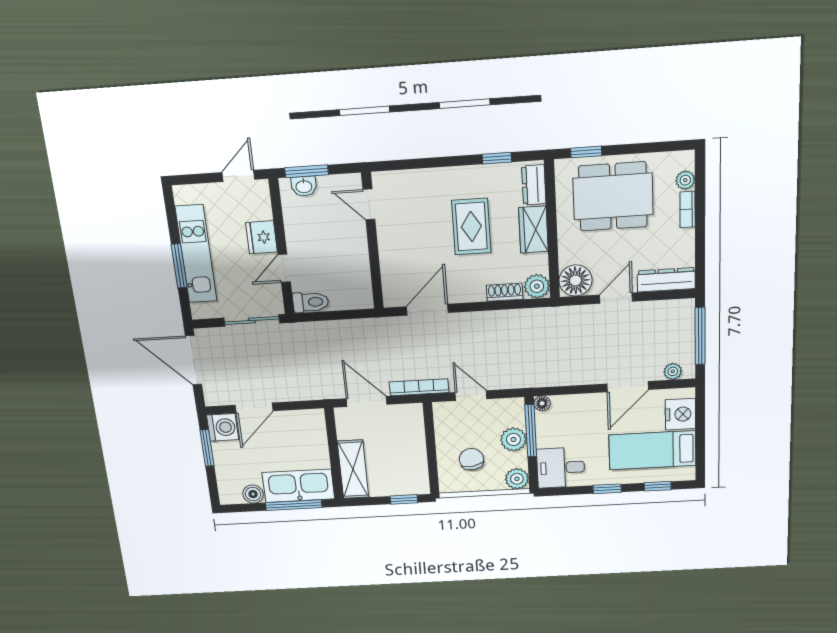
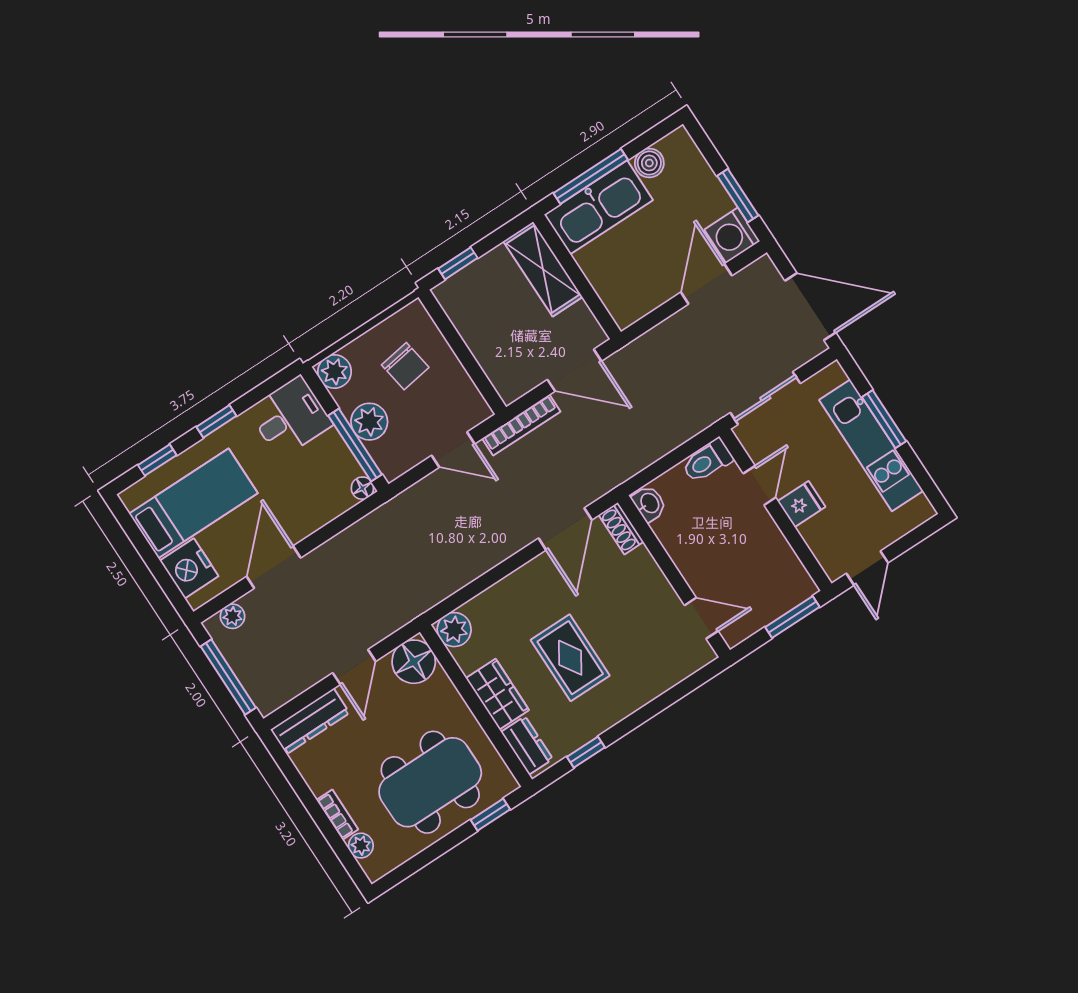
washbasin: (304, 186) -> (649, 503), moved, turned 90
fridge: (262, 237) -> (801, 504), width x0.72
shoe rack: (505, 292) -> (621, 528), moved, turned 90

